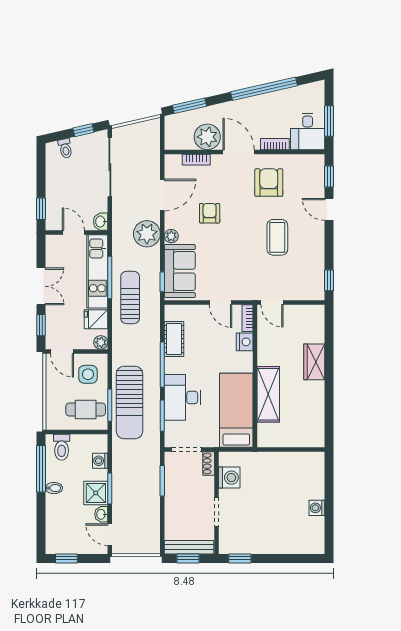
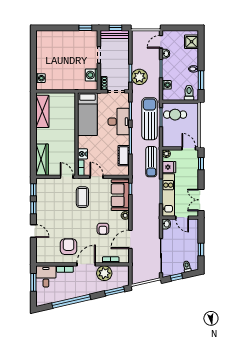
door: (239, 152) -> (86, 264), swing flipped
window: (329, 177) -> (33, 208), moved
armchair: (269, 183) -> (69, 247), turned 180
window: (41, 209) -> (201, 249), moved
plant: (147, 234) -> (139, 77), moved
coffee table: (277, 237) -> (82, 197), moved
double door: (41, 286) -> (201, 200), moved
sun lounger: (130, 297) -> (151, 162), moved
wardrobe: (314, 362) -> (42, 160), moved, width x1.50
side table: (88, 374) -> (174, 135), removed
shelving: (268, 394) -> (42, 111), moved
window: (41, 469) -> (201, 80), width x0.69
shower: (96, 493) -> (192, 42), moved
washing machine: (317, 508) -> (41, 78), moved
door: (110, 535) -> (161, 42), swing flipped
window: (66, 558) -> (186, 28), removed

